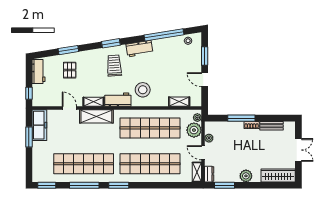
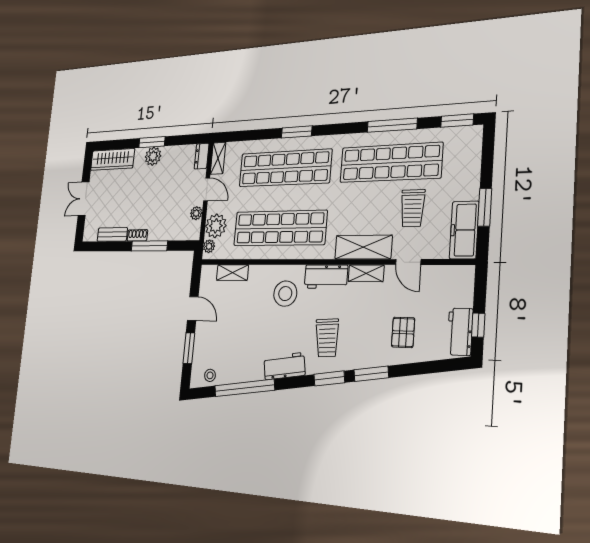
window: (68, 50) -> (371, 374), moved
window: (29, 93) -> (478, 325), moved
trolley: (69, 138) -> (413, 208), added
window: (119, 185) -> (297, 132), moved
window: (225, 185) -> (152, 142), moved

